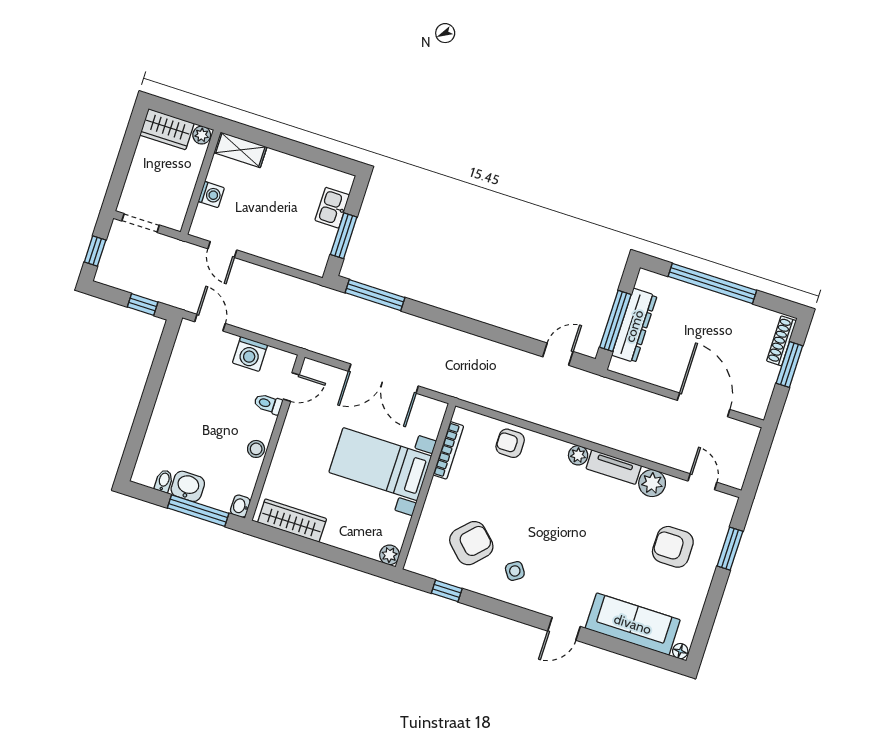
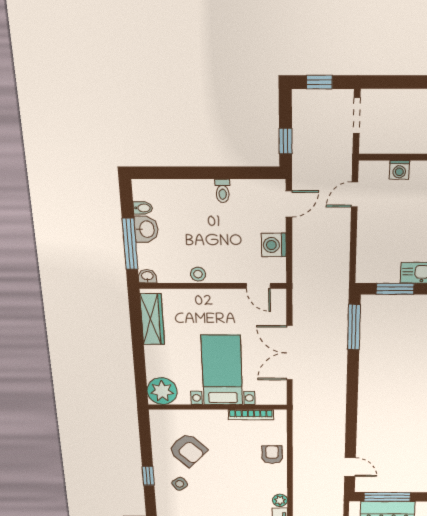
toilet: (268, 404) -> (223, 191), moved, turned 180
plant: (390, 555) -> (162, 391), width x1.87, depth x1.87
window: (447, 591) -> (148, 476), moved

